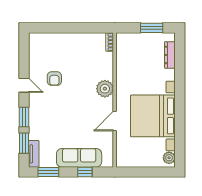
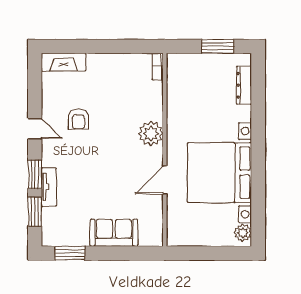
fireplace: (44, 39) -> (64, 62), added
tv unit: (34, 154) -> (49, 187), moved
sofa: (79, 158) -> (114, 233), width x0.73
window: (85, 172) -> (122, 253), removed

